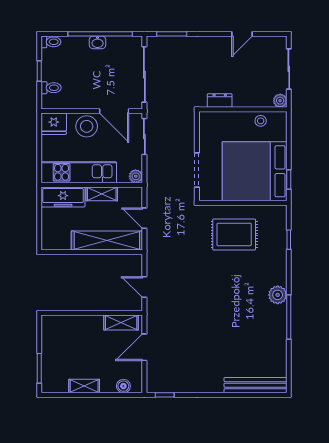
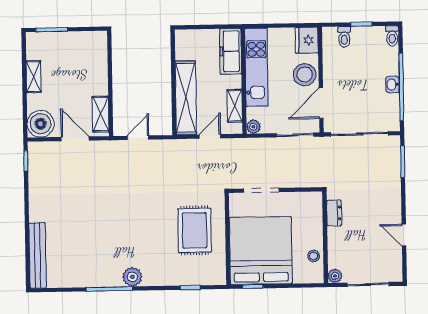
shelving: (102, 194) -> (235, 106), moved
boiler: (123, 386) -> (41, 124), width x1.86, depth x1.86

